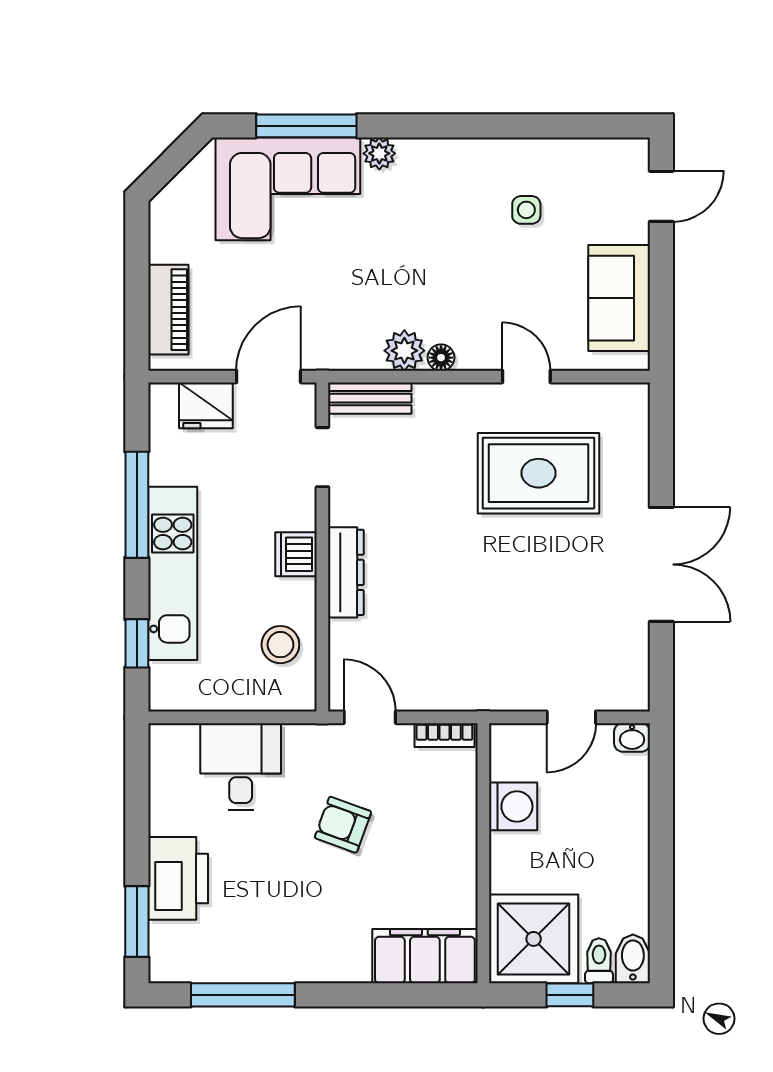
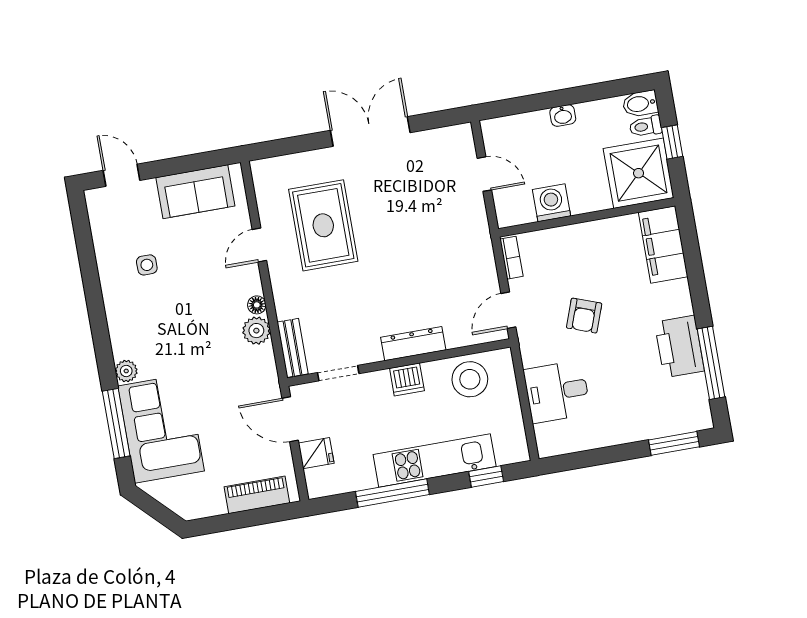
fridge: (206, 405) -> (316, 453), width x0.72
stool: (280, 645) -> (470, 379), width x1.38, depth x1.38
washbasin: (632, 737) -> (563, 116), moved, turned 90
printer: (178, 878) -> (679, 347), moved, turned -90

